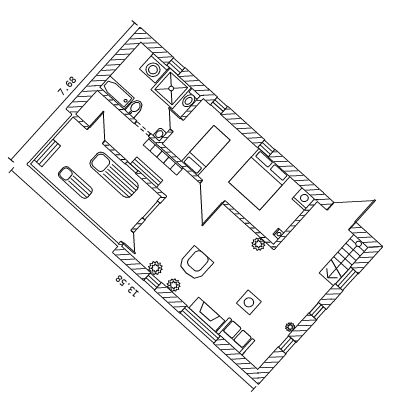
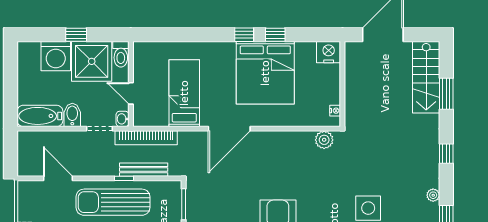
window: (219, 106) -> (275, 35), moved
door: (213, 192) -> (229, 129), hinge flipped

